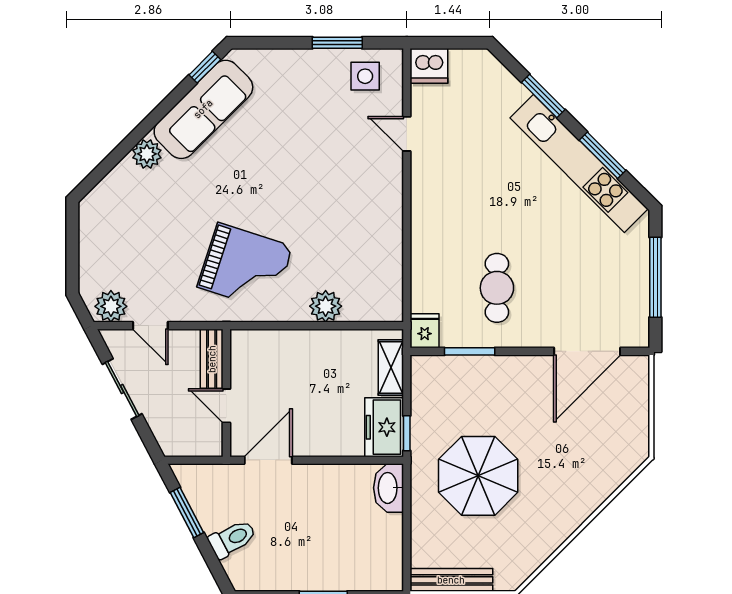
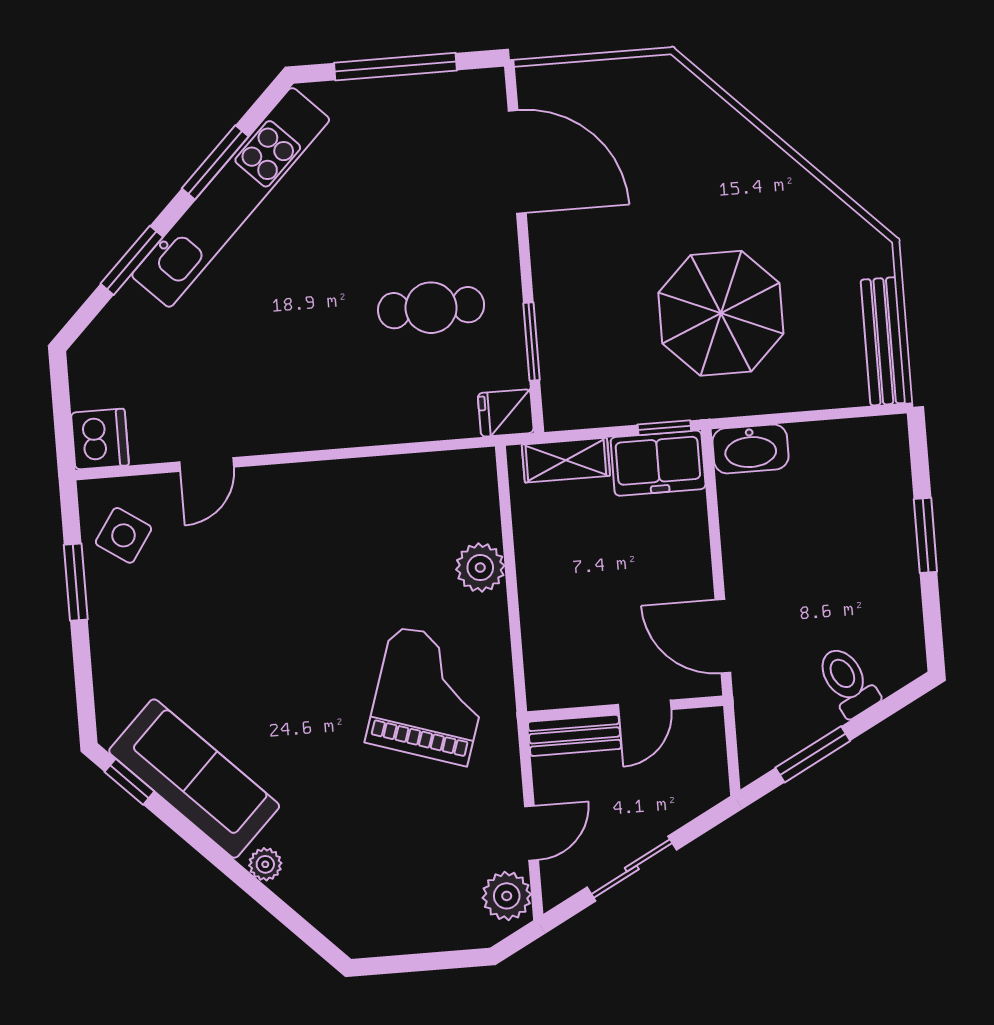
side table: (365, 76) -> (123, 535), turned 34
plant: (147, 154) -> (265, 864), width x0.73, depth x0.73

